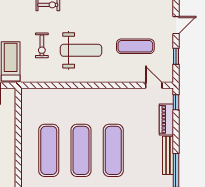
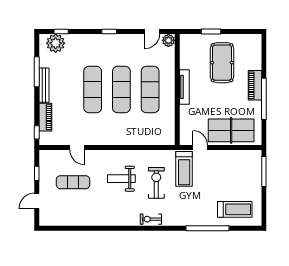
exercise bike: (42, 45) -> (156, 183), width x1.38, depth x1.39
weight bench: (81, 50) -> (121, 179), width x0.73, depth x0.75
door: (154, 85) -> (77, 147), moved
tv unit: (10, 153) -> (184, 87), added

